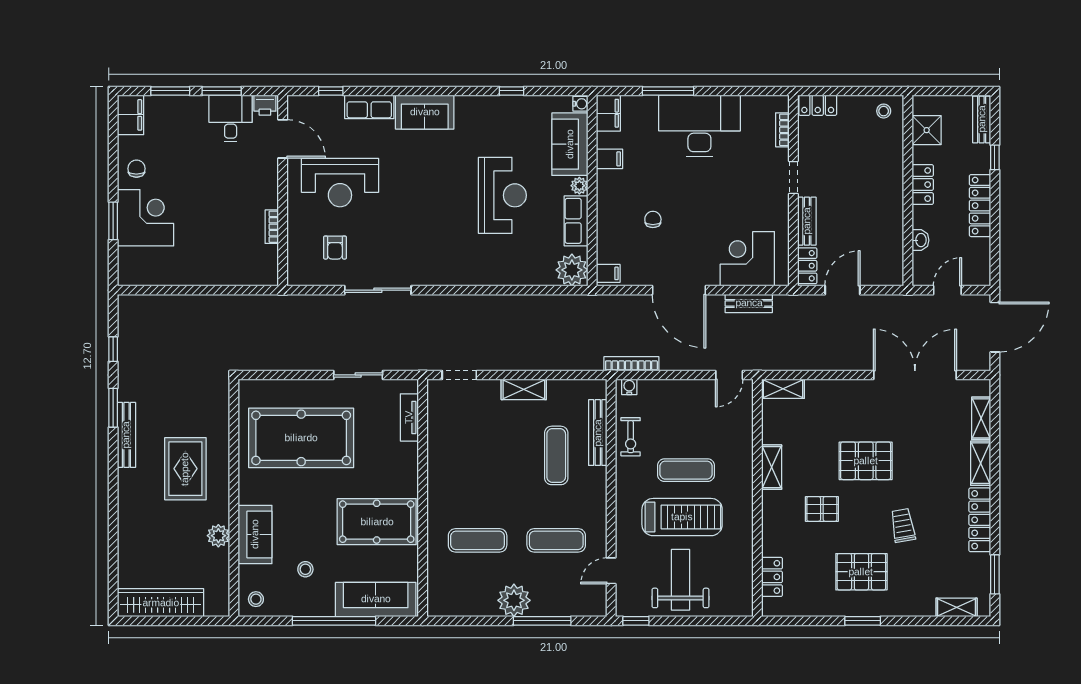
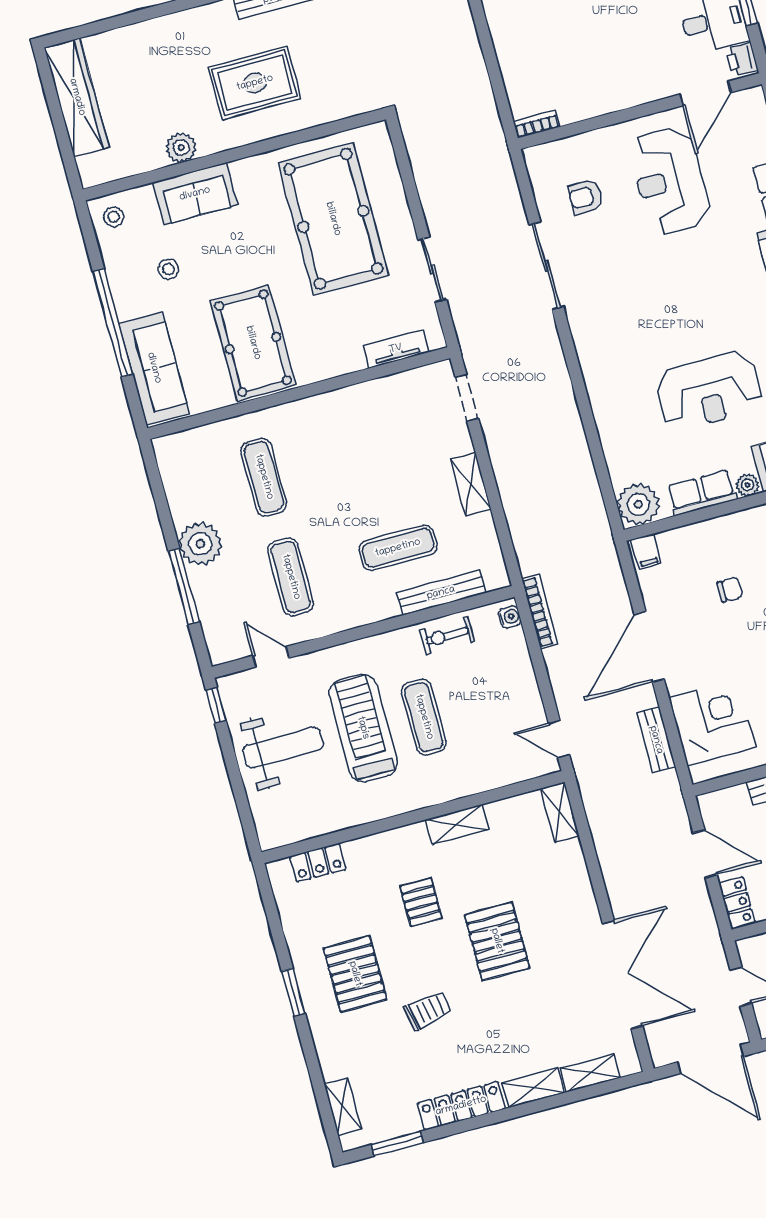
bookcase: (272, 227) -> (537, 124), moved
locker: (807, 266) -> (737, 902), moved, turned -90
treadmill: (682, 517) -> (363, 728), turned 180

